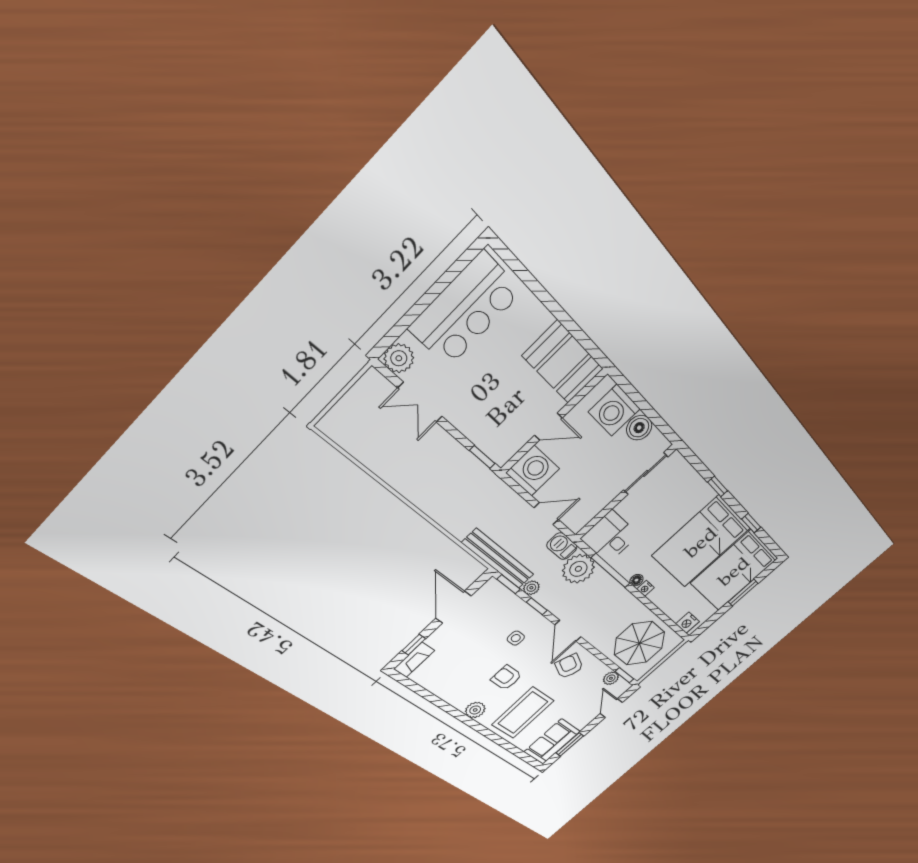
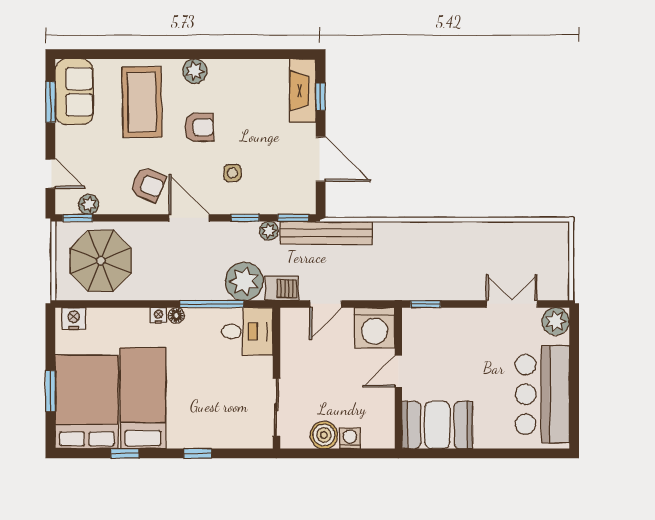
washing machine: (614, 410) -> (350, 438), width x0.53, depth x0.53
bed: (701, 542) -> (143, 398), width x0.67
fireplace: (414, 660) -> (303, 91), width x1.37, depth x1.32

